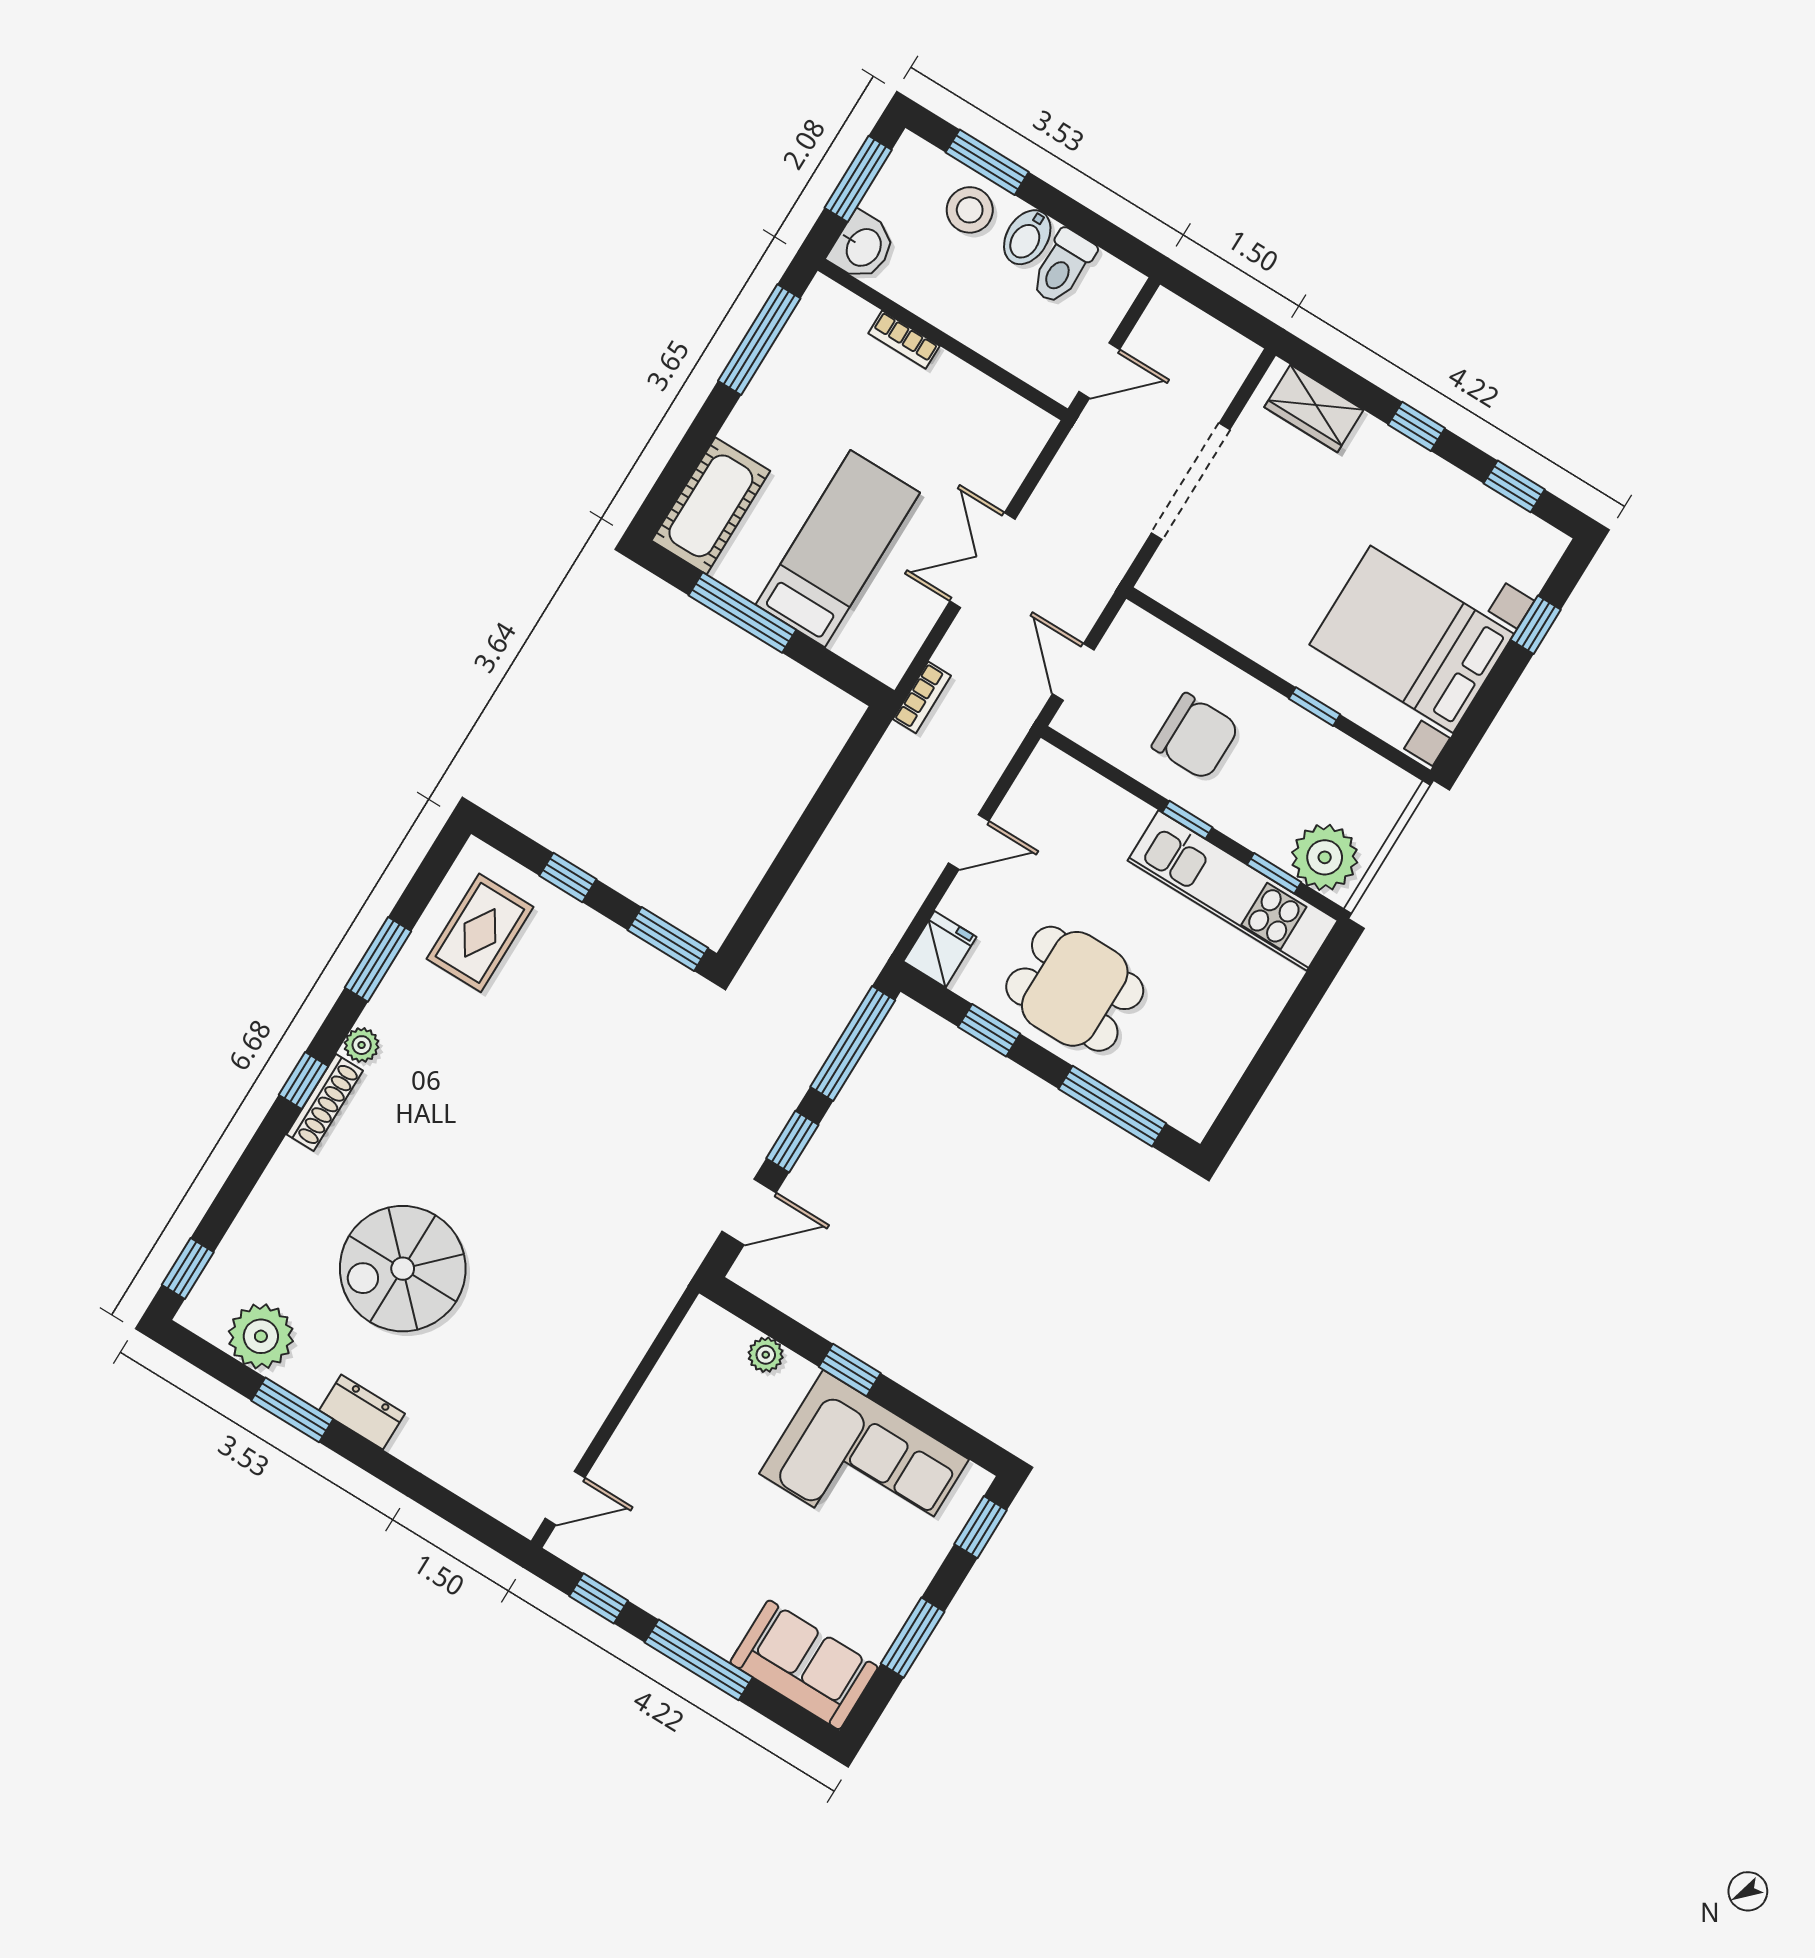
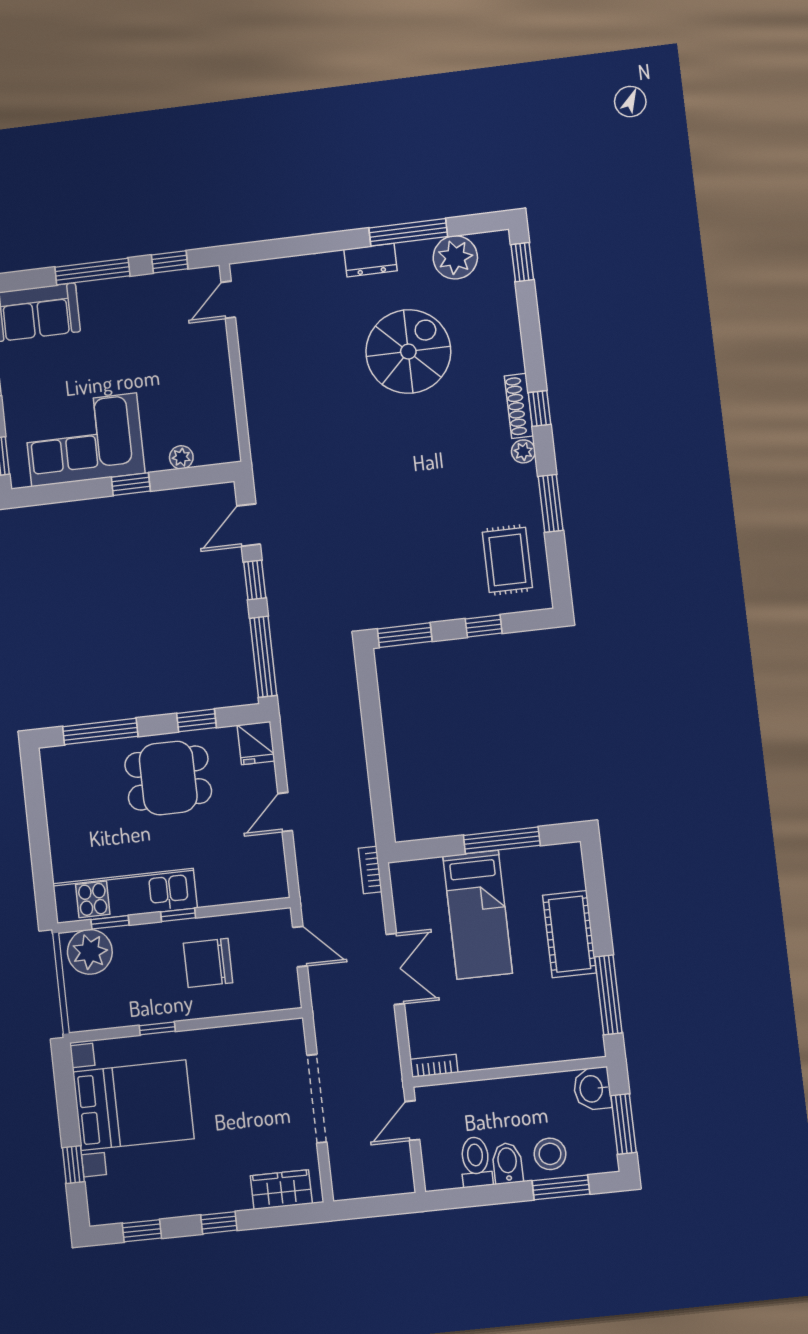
bookcase: (904, 340) -> (434, 1066), moved
cot: (711, 506) -> (570, 934), moved
window: (292, 1410) -> (408, 232), width x1.44

